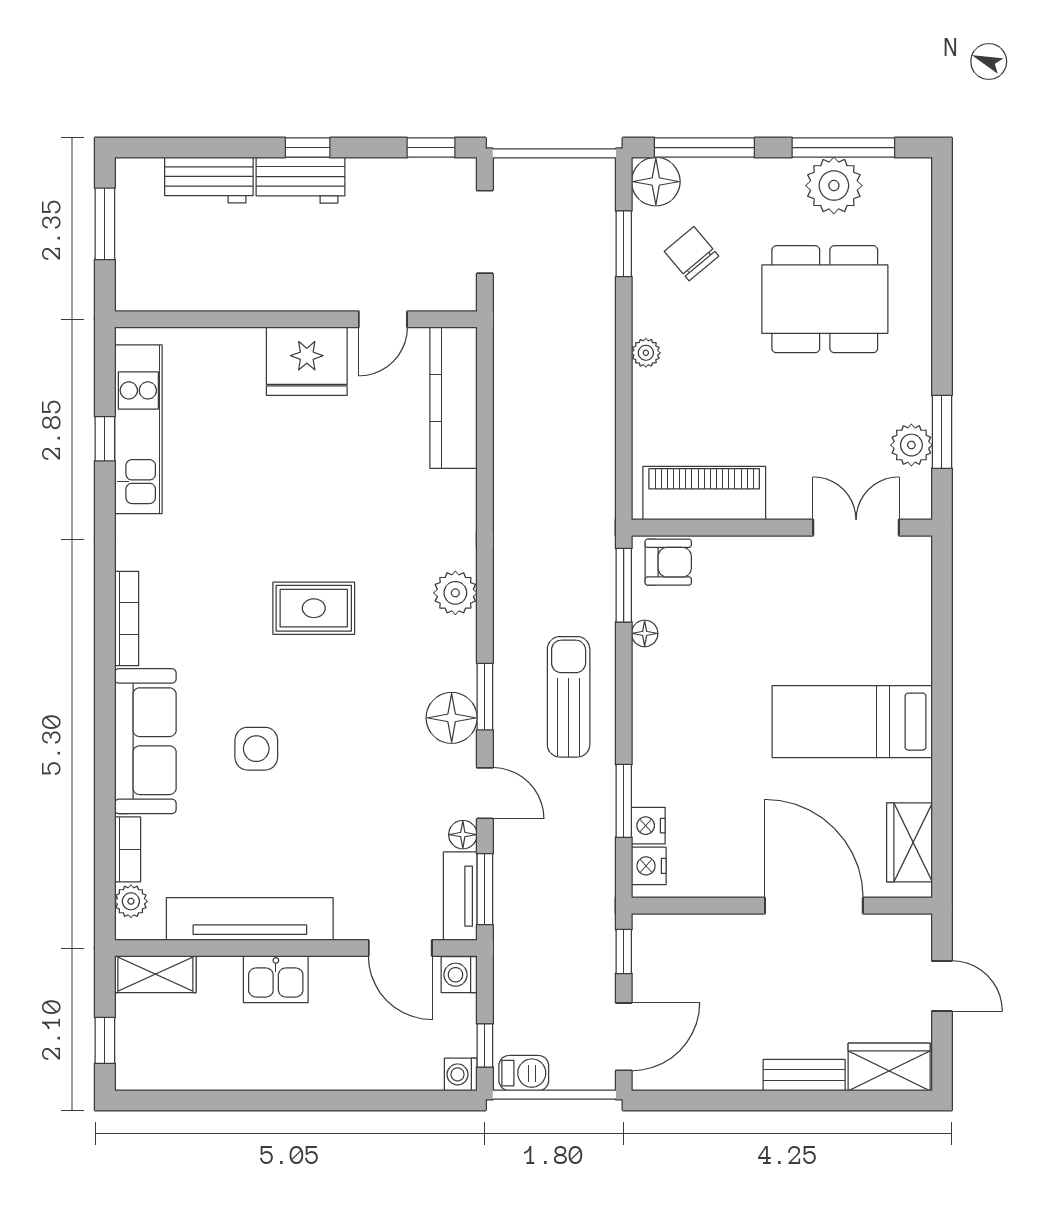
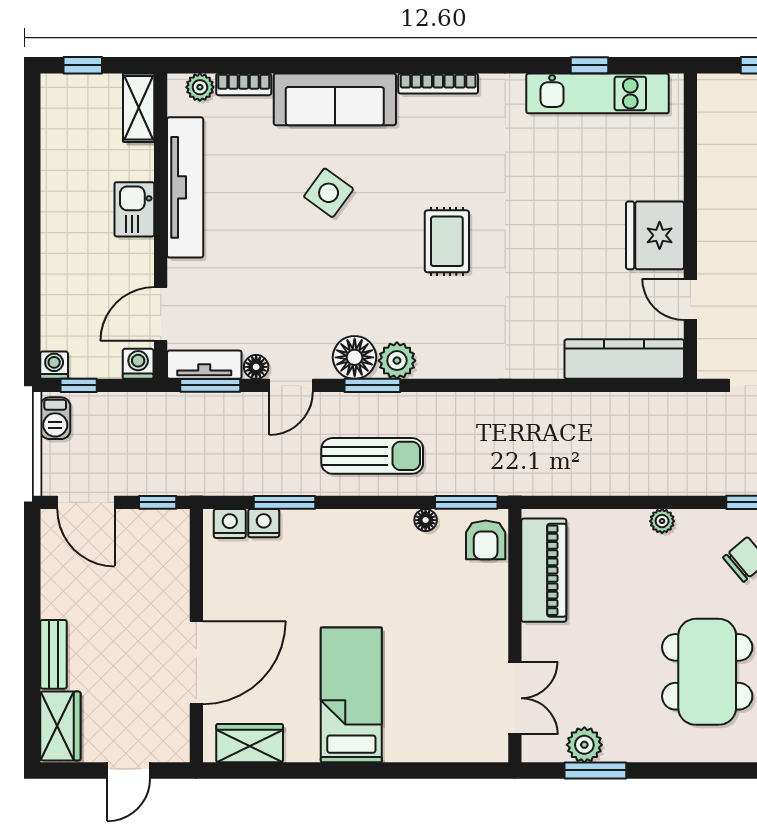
plant: (455, 593) -> (397, 361), moved
side table: (256, 749) -> (329, 193), turned 36

